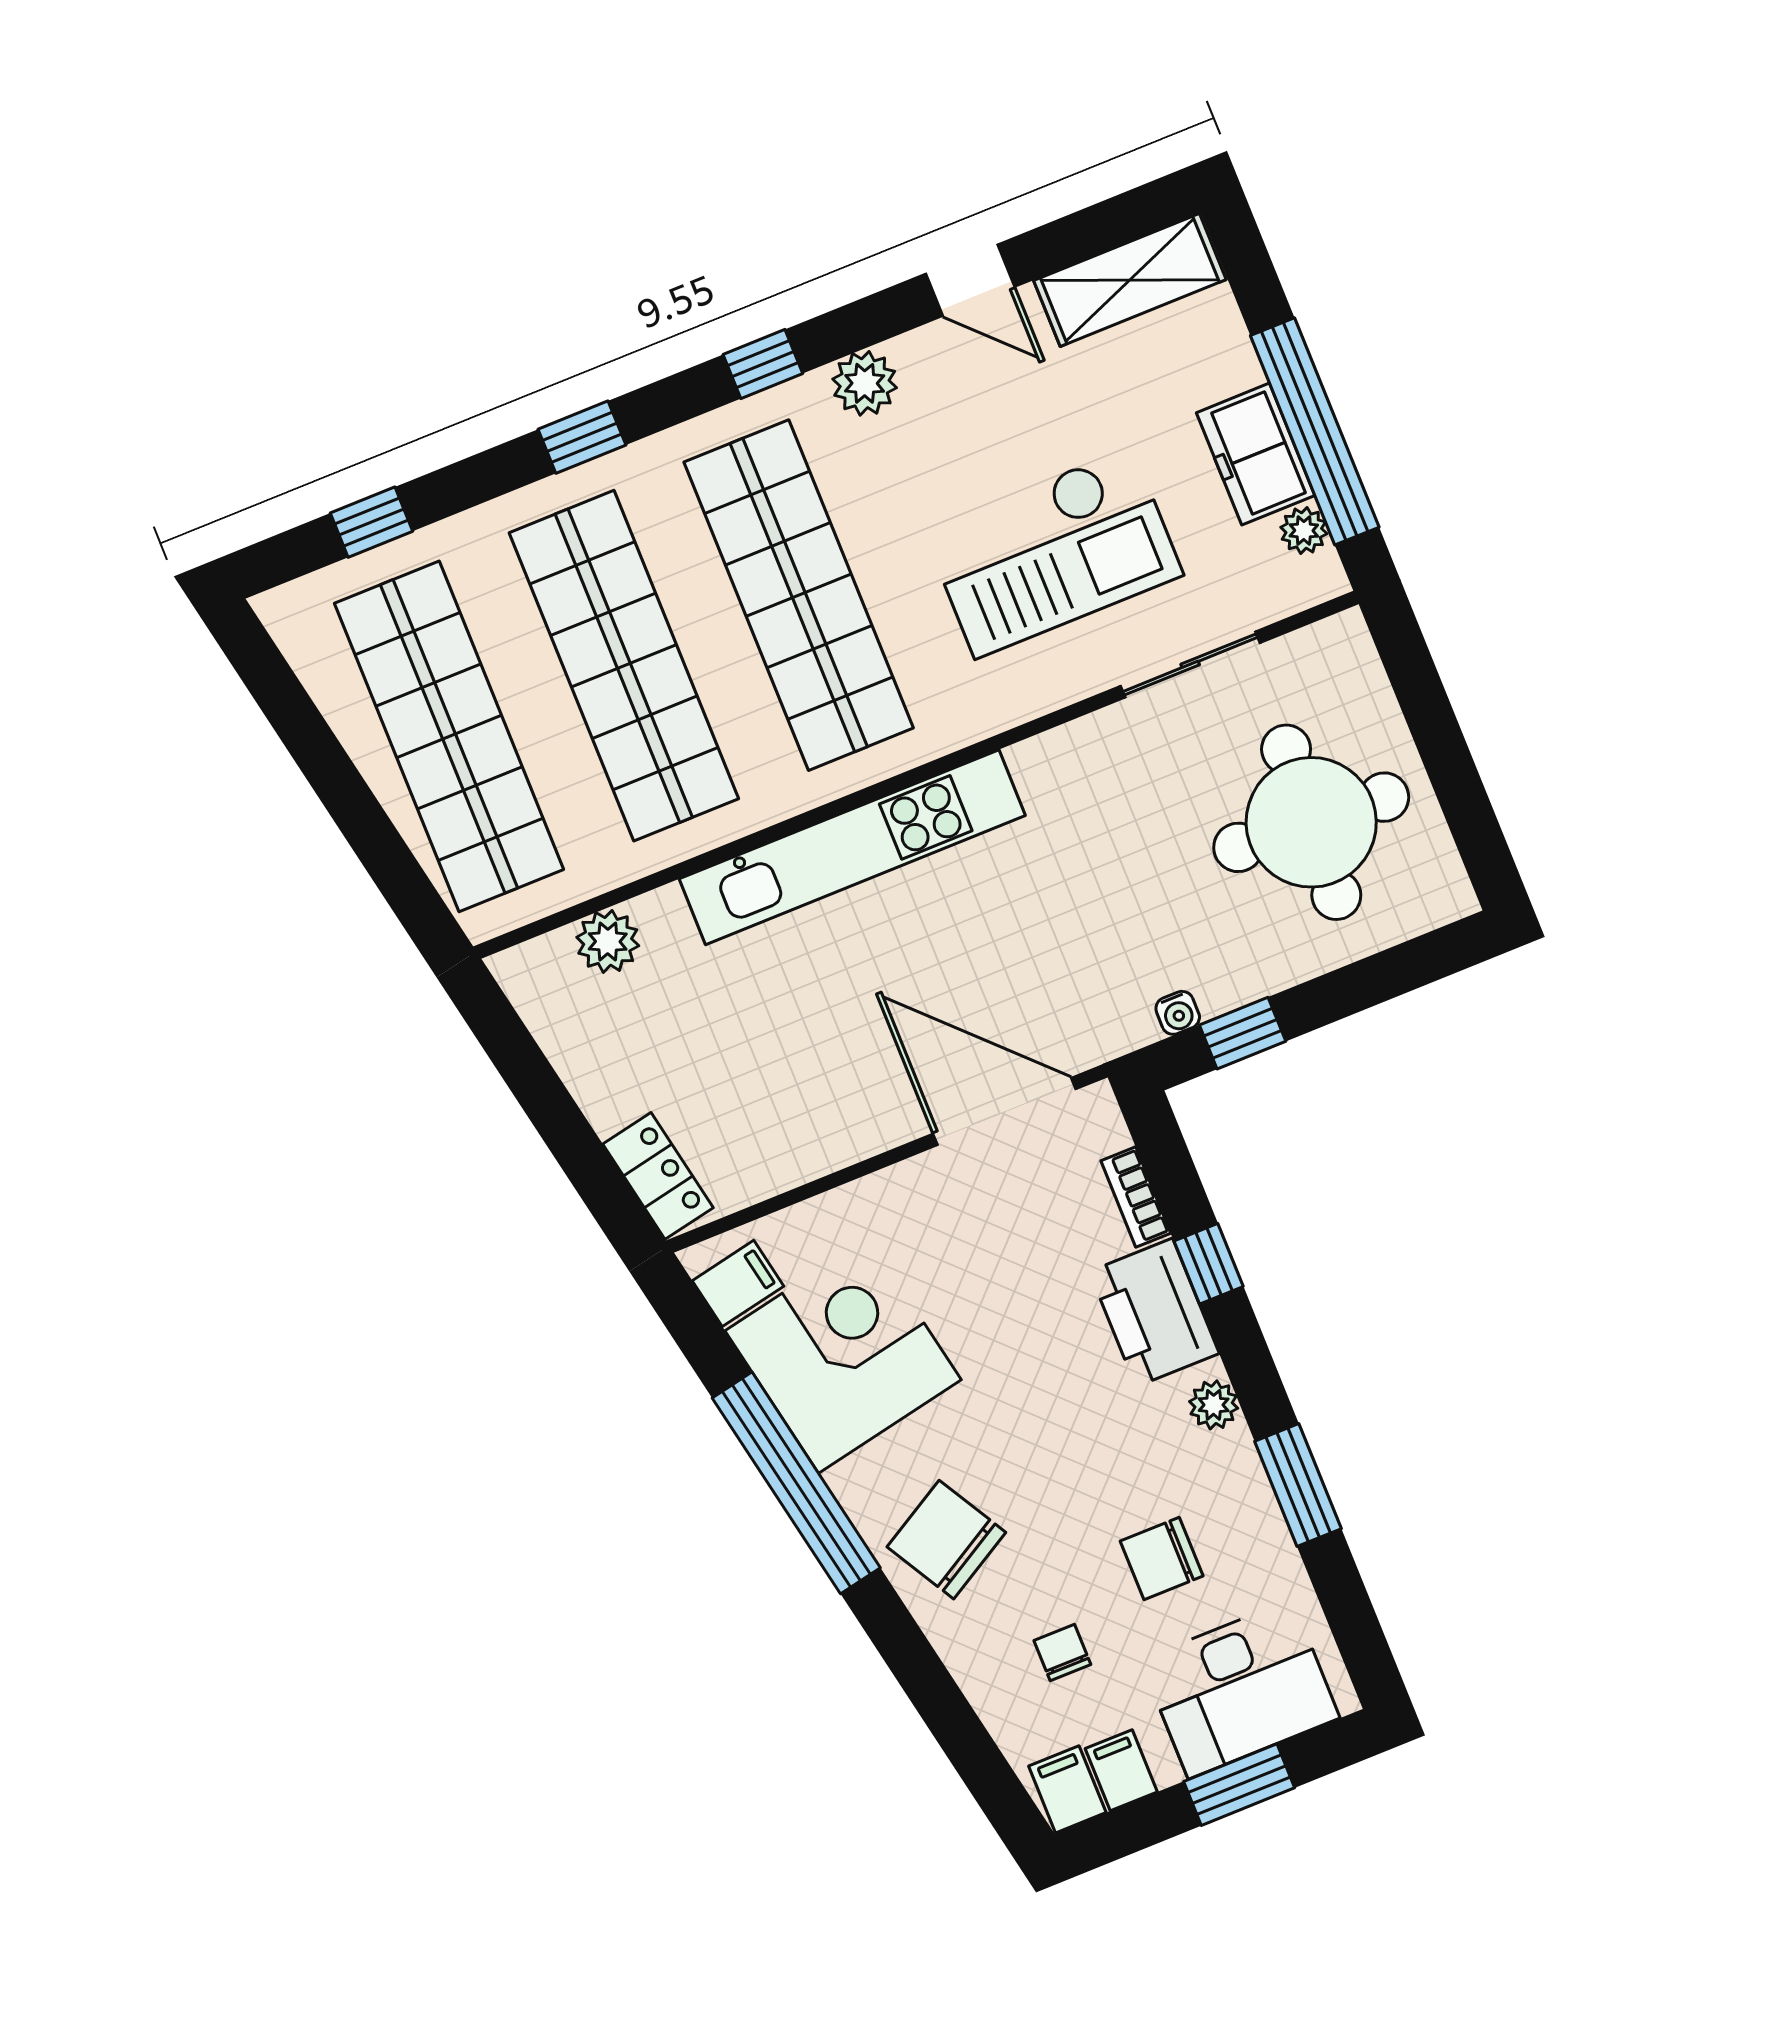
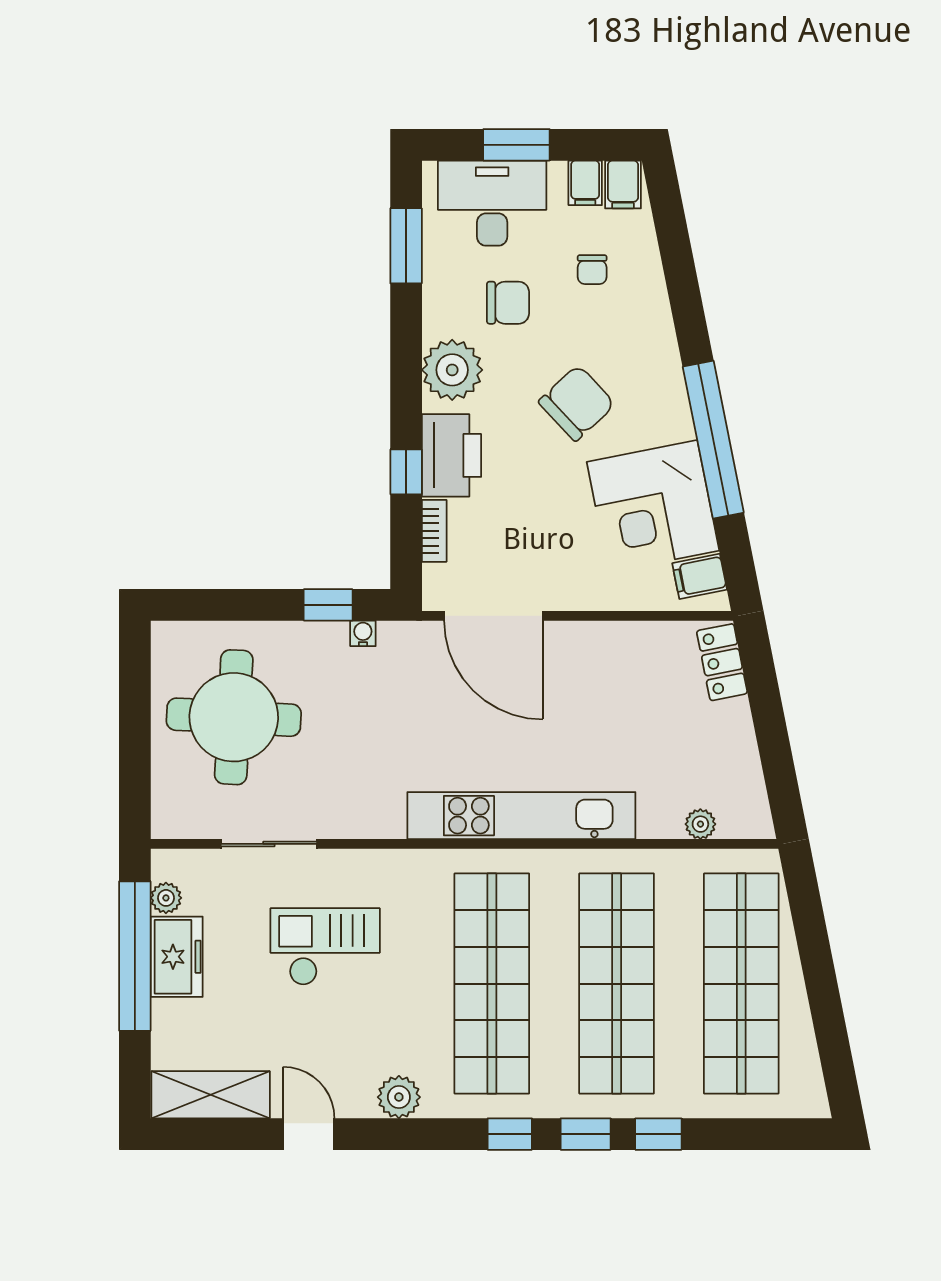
window: (763, 364) -> (510, 1134), moved
window: (371, 522) -> (658, 1134), moved
checkout: (1053, 552) -> (325, 947), width x0.73, depth x0.83
plant: (608, 941) -> (700, 824), width x0.73, depth x0.73
plant: (1214, 1405) -> (452, 370), width x1.88, depth x1.88
window: (1298, 1485) -> (406, 246), moved
chair: (946, 1540) -> (577, 403), moved, turned -103

